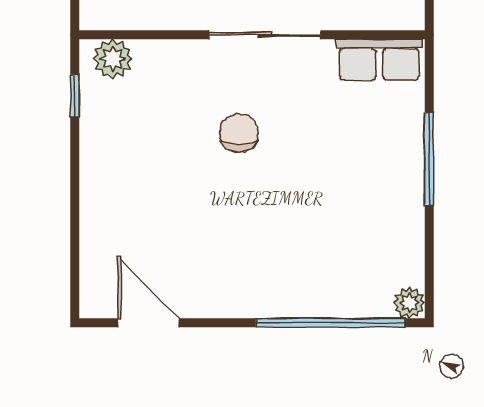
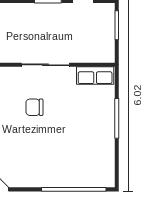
chair: (239, 133) -> (34, 107), turned -90
plant: (409, 303) -> (108, 181), removed

